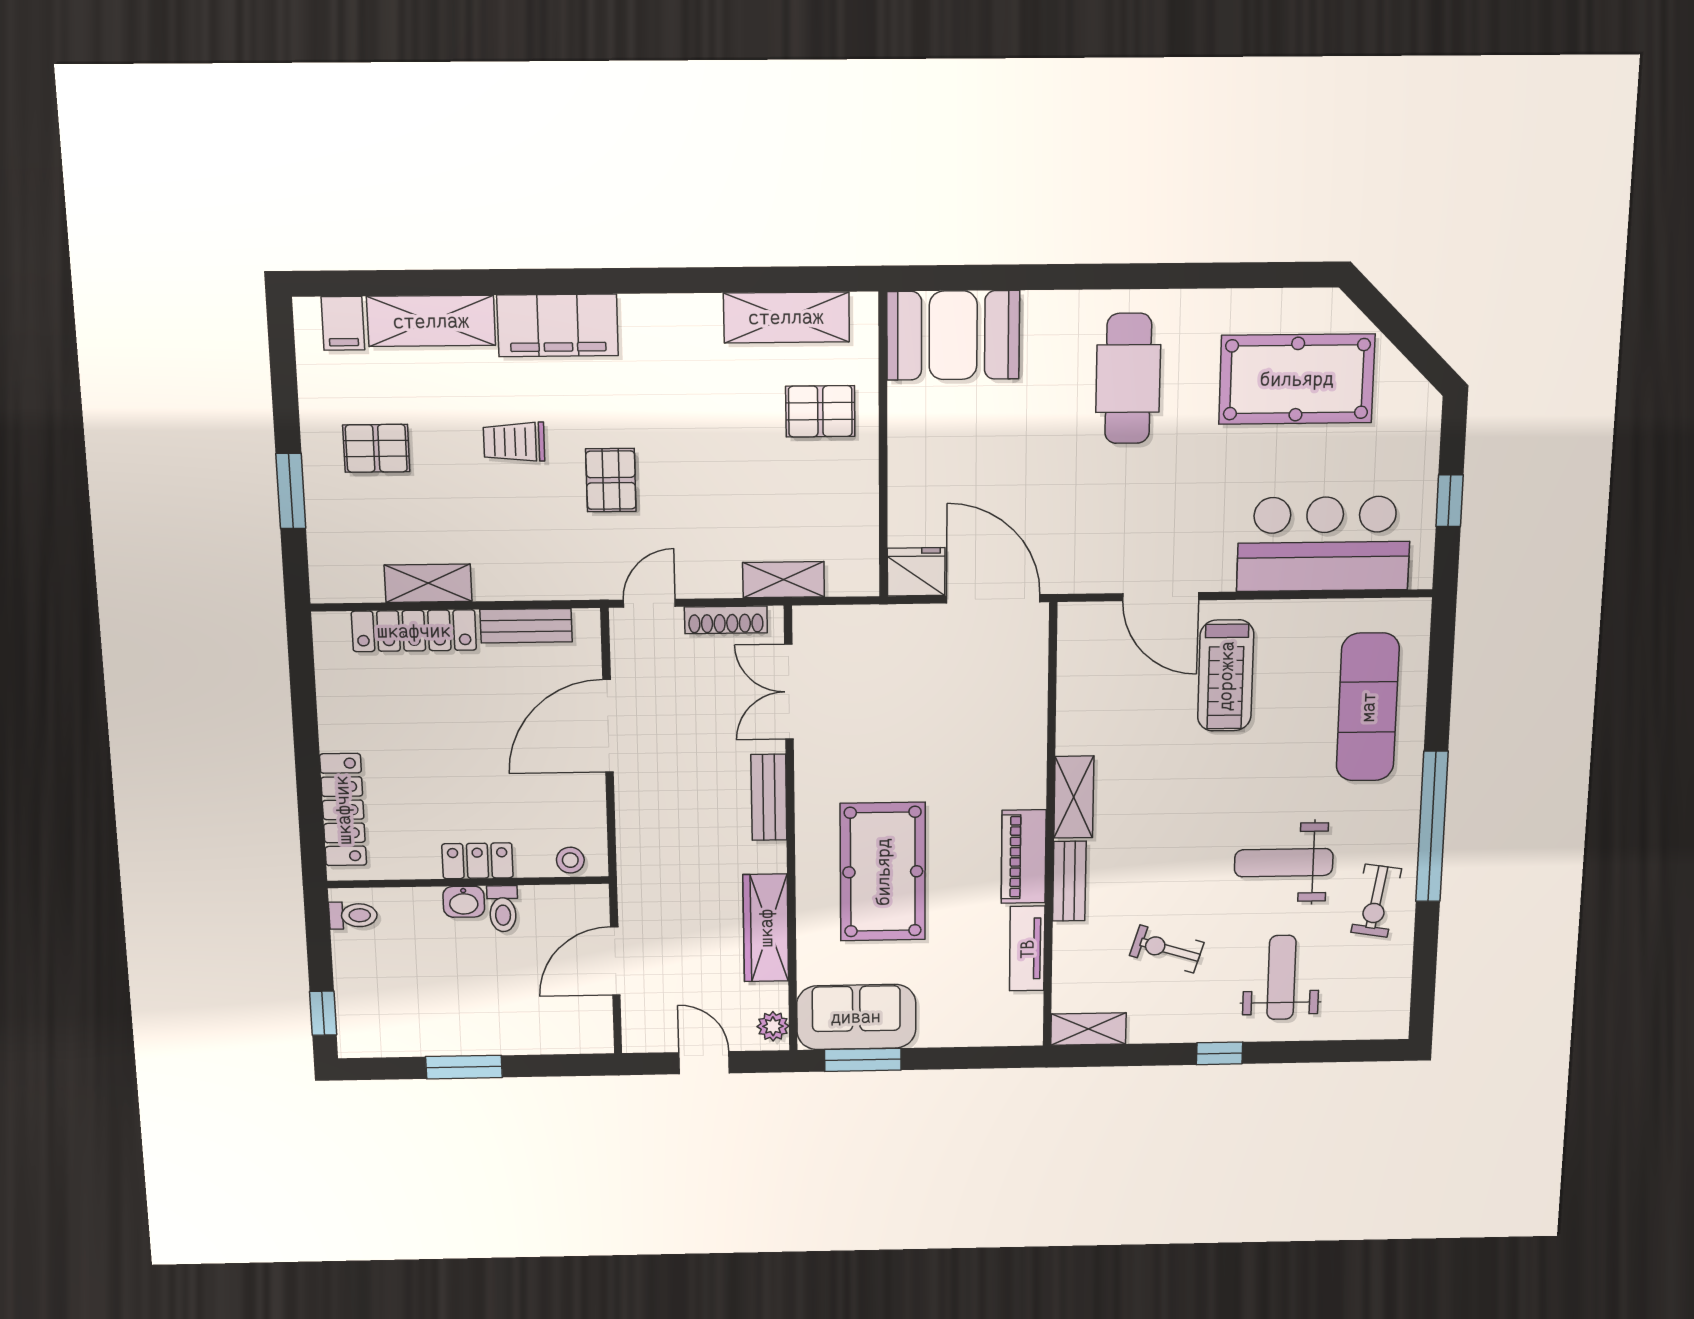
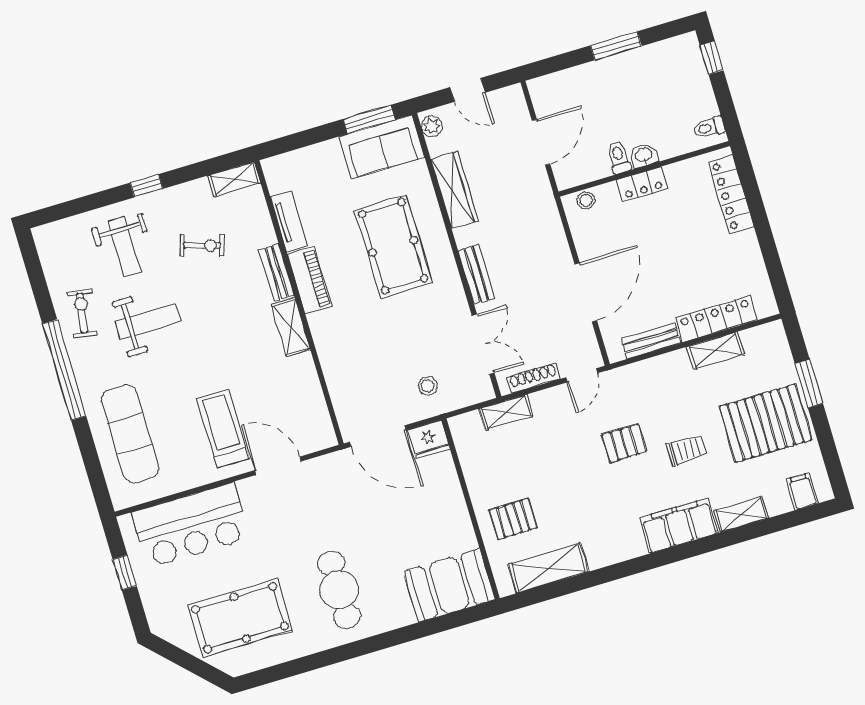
shelving: (431, 321) -> (741, 514), width x0.67, depth x0.75
pallet: (376, 448) -> (765, 423), width x2.05, depth x2.00
pallet: (611, 480) -> (624, 443), turned 90
stool: (893, 653) -> (428, 386), added

